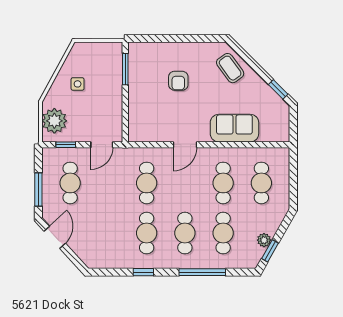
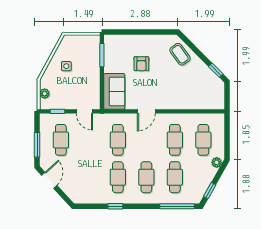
plant: (54, 121) -> (45, 94), width x0.53, depth x0.53
sofa: (234, 128) -> (114, 91), moved, turned 90
door: (102, 145) -> (84, 111), hinge flipped
plant: (264, 240) -> (217, 162), moved
window: (202, 272) -> (177, 206), moved

